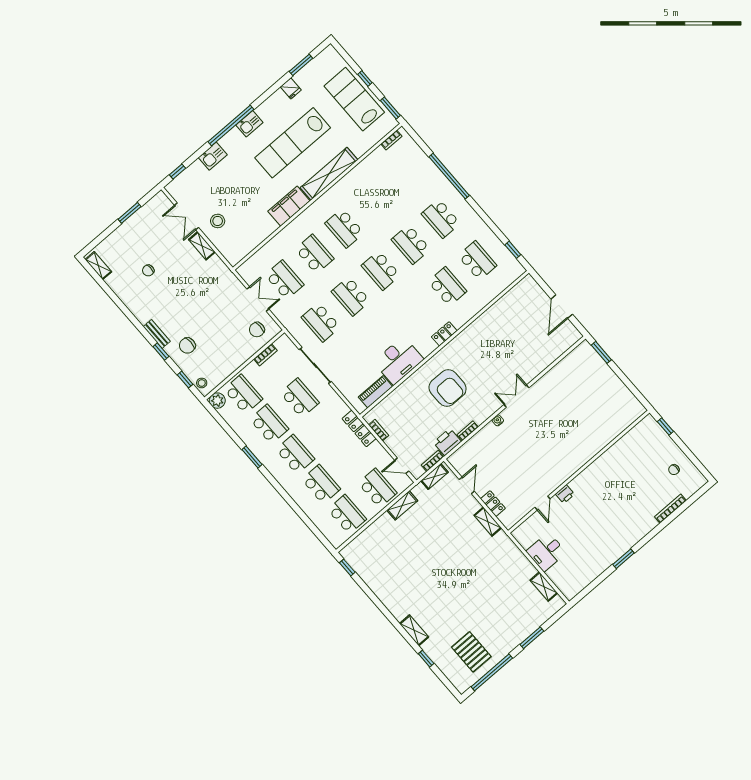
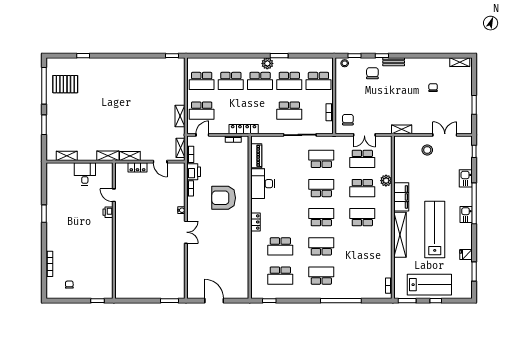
plant: (286, 236) -> (386, 181), added
shelving: (202, 246) -> (402, 129), moved
plant: (217, 401) -> (267, 63), moved
shelving: (414, 630) -> (108, 156), moved

